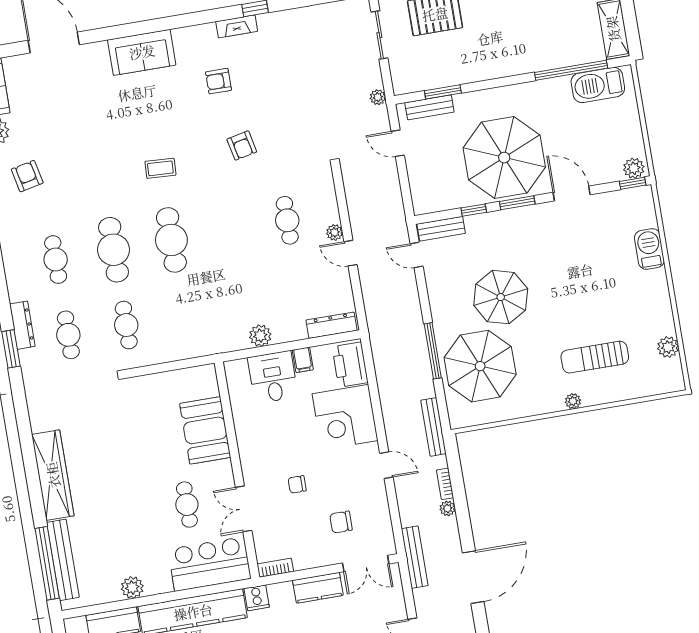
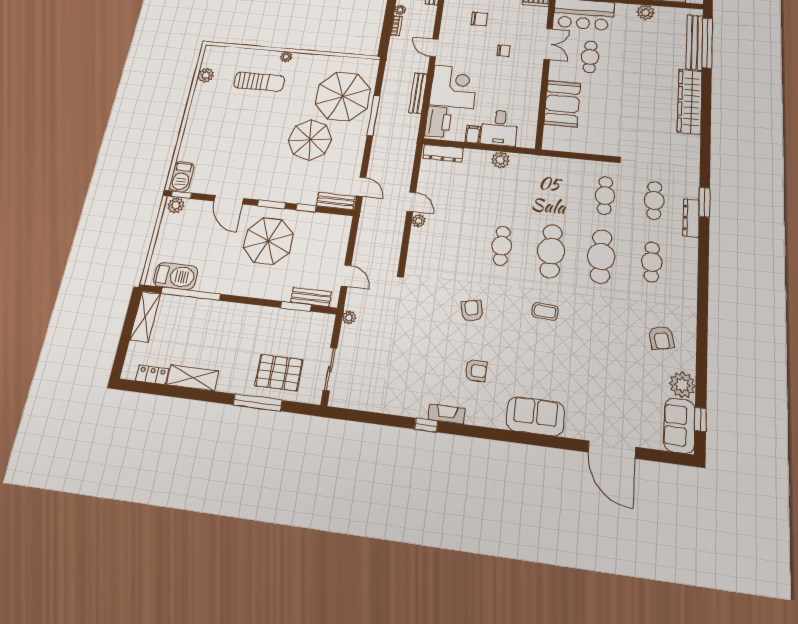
parasol: (504, 158) -> (268, 241), width x0.73, depth x0.73
cafe table: (287, 220) -> (502, 246), moved
barbecue: (649, 249) -> (182, 177), moved
bench: (433, 427) -> (418, 93), moved

